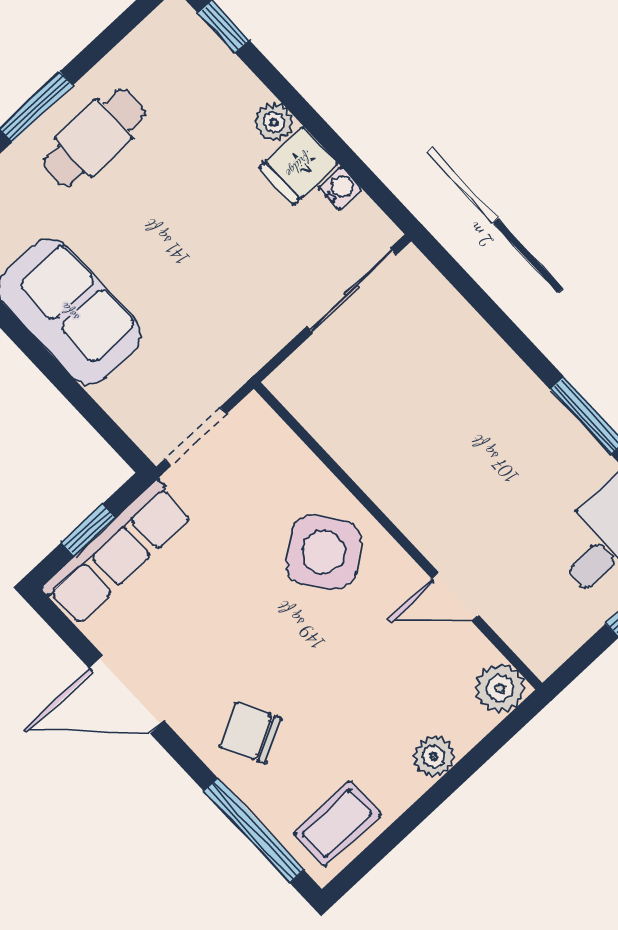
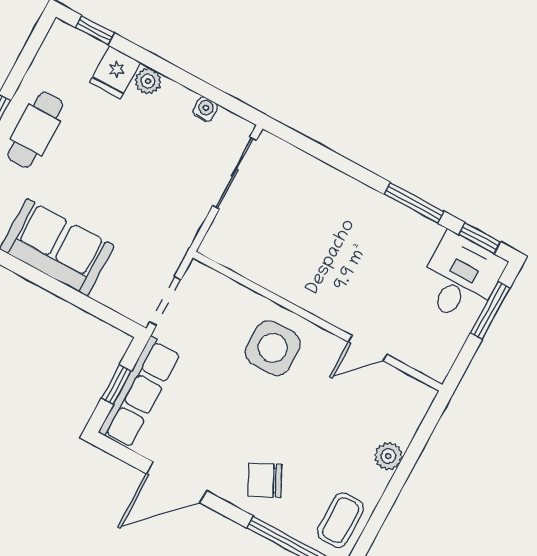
fridge: (298, 166) -> (115, 72), moved
side table: (323, 552) -> (273, 348), turned 38
plant: (500, 688) -> (416, 398), removed

